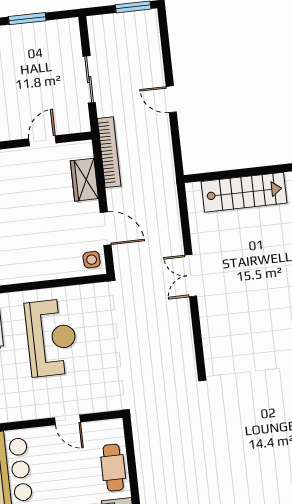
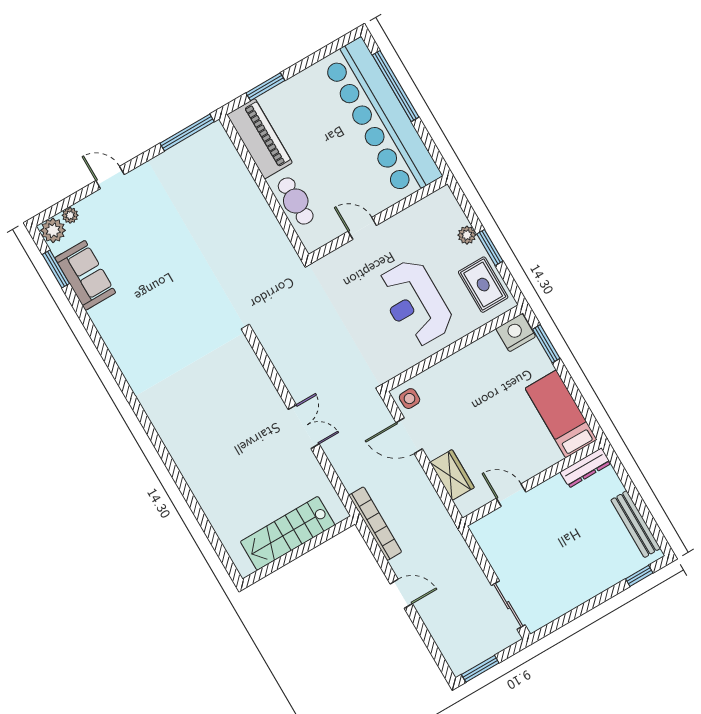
window: (27, 19) -> (581, 610), removed
sliding door: (89, 79) -> (508, 605), moved
door: (42, 141) -> (511, 495), swing flipped
bookcase: (109, 152) -> (375, 524), moved, turned 180

